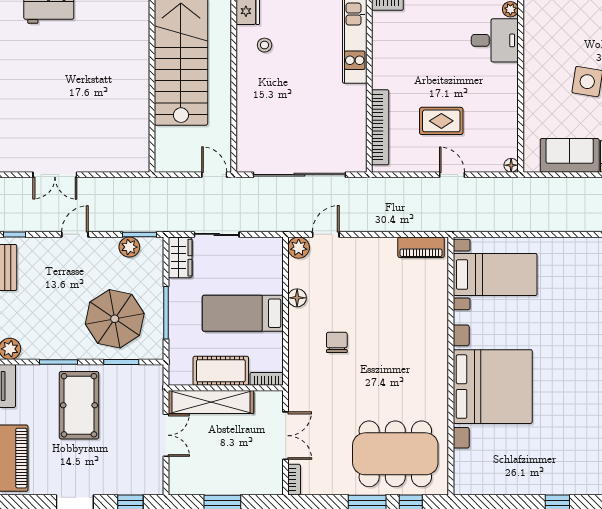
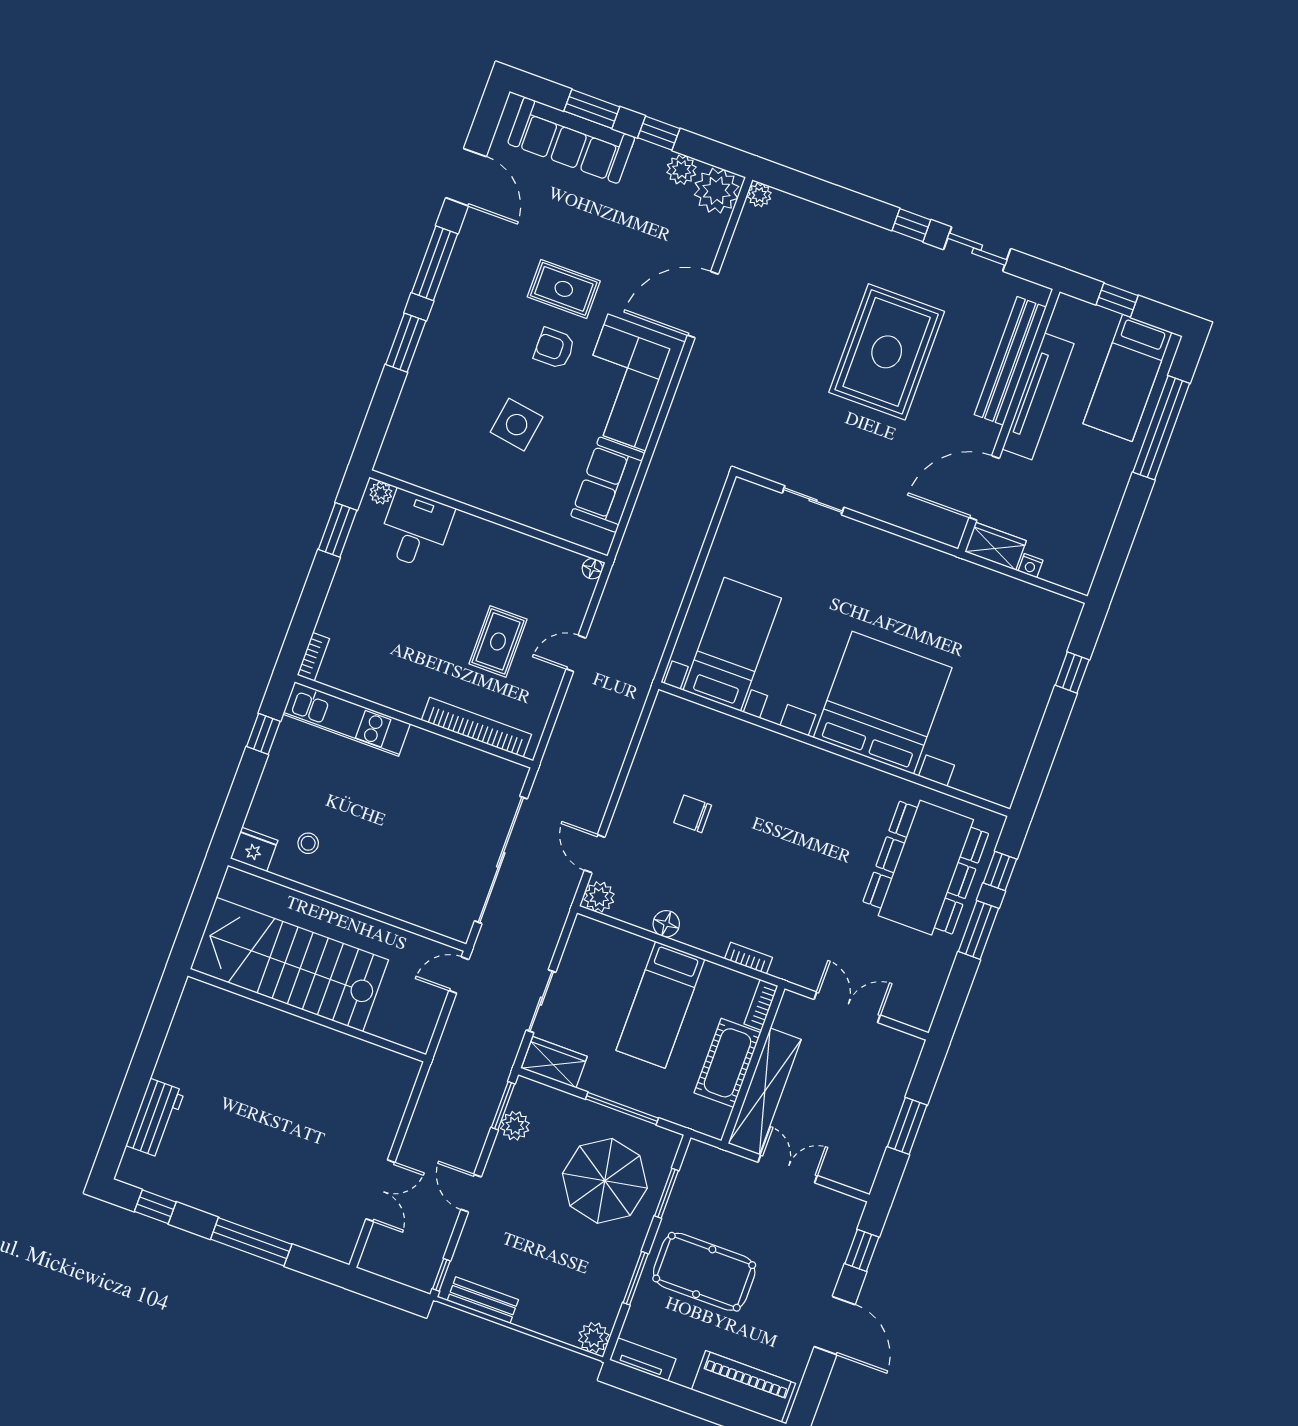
piano: (421, 247) -> (659, 731), removed
chair: (337, 342) -> (693, 814), moved
bookcase: (294, 480) -> (748, 958), moved

